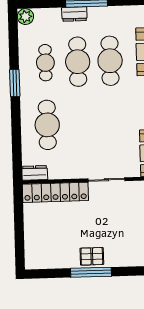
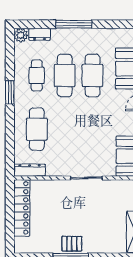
dresser: (74, 14) -> (39, 34), moved
dresser: (35, 173) -> (29, 170), width x1.44
locker: (55, 192) -> (22, 208), moved, turned -90

